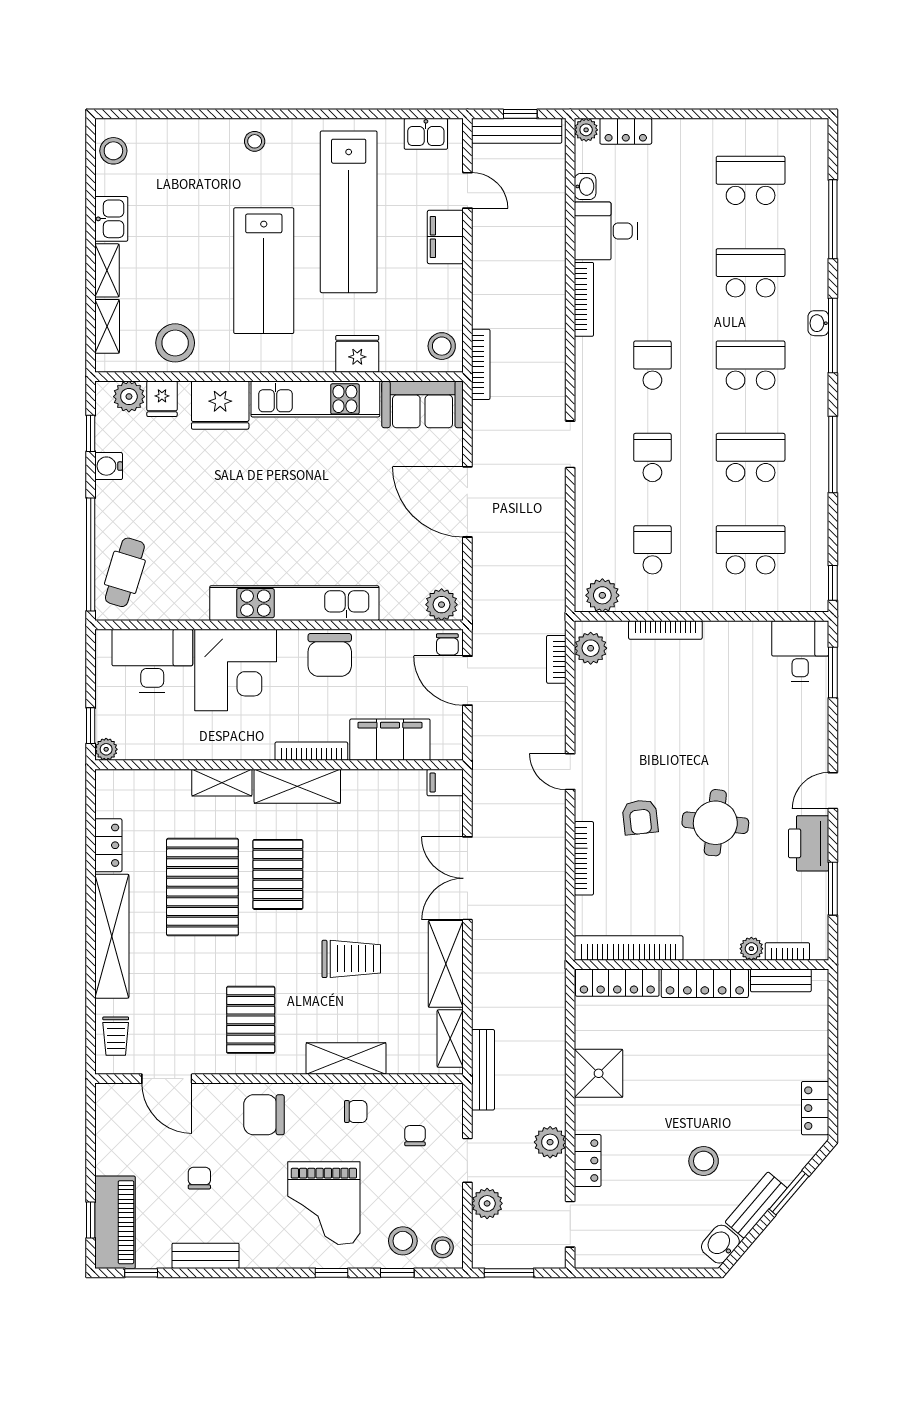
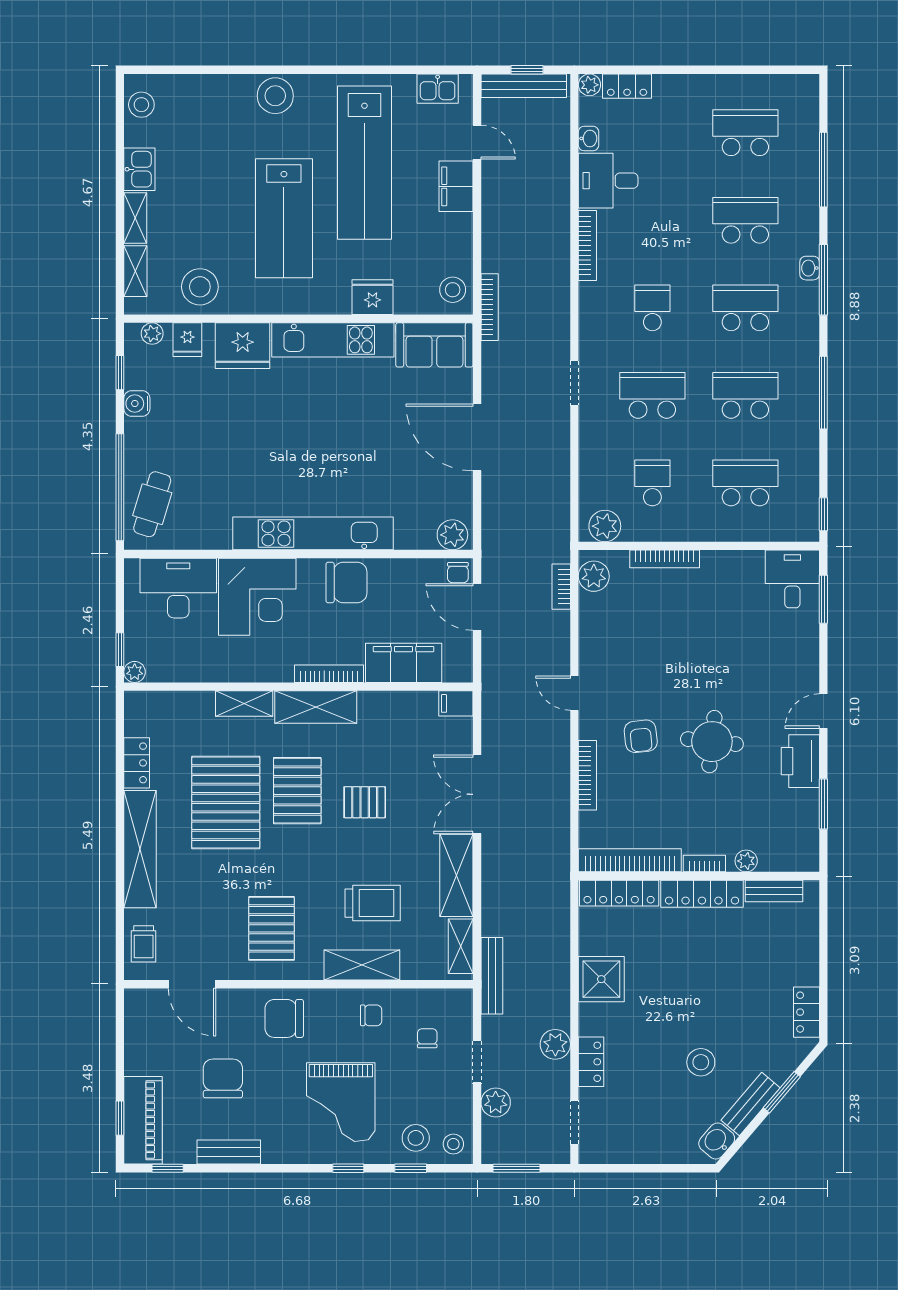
stool: (255, 141) -> (275, 96), width x1.89, depth x1.89
plant: (129, 397) -> (152, 334), width x0.73, depth x0.73
school desk: (652, 457) -> (652, 395), width x1.85
chair: (330, 655) -> (346, 582), turned -90
pallet: (349, 887) -> (365, 802), added
bookcase: (787, 951) -> (704, 864), moved
trolley: (351, 959) -> (373, 903), moved
chair: (199, 1178) -> (223, 1078), width x1.87, depth x1.87

